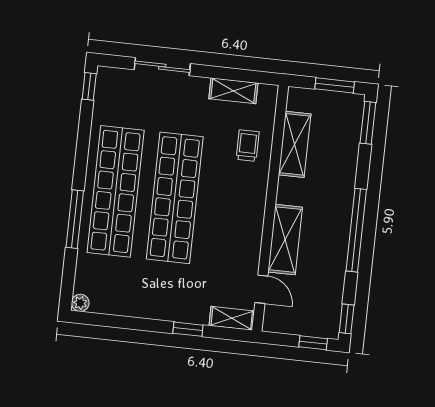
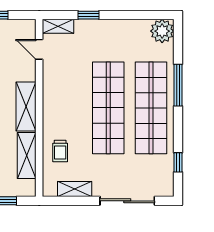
sliding door: (162, 67) -> (127, 201), width x1.37
window: (89, 86) -> (178, 162), moved
shelving: (285, 240) -> (26, 107), moved
plant: (80, 303) -> (162, 31), width x1.87, depth x1.87

